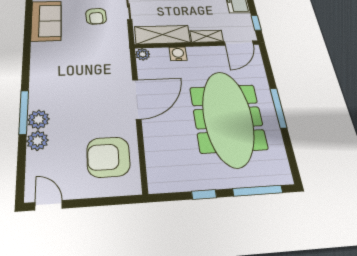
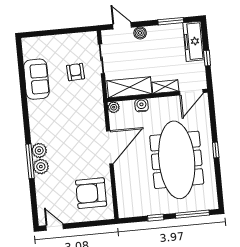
armchair: (96, 16) -> (76, 72), turned 180
window: (256, 23) -> (207, 58), moved
window: (278, 108) -> (216, 150), width x0.46
plant: (38, 141) -> (39, 150), moved

